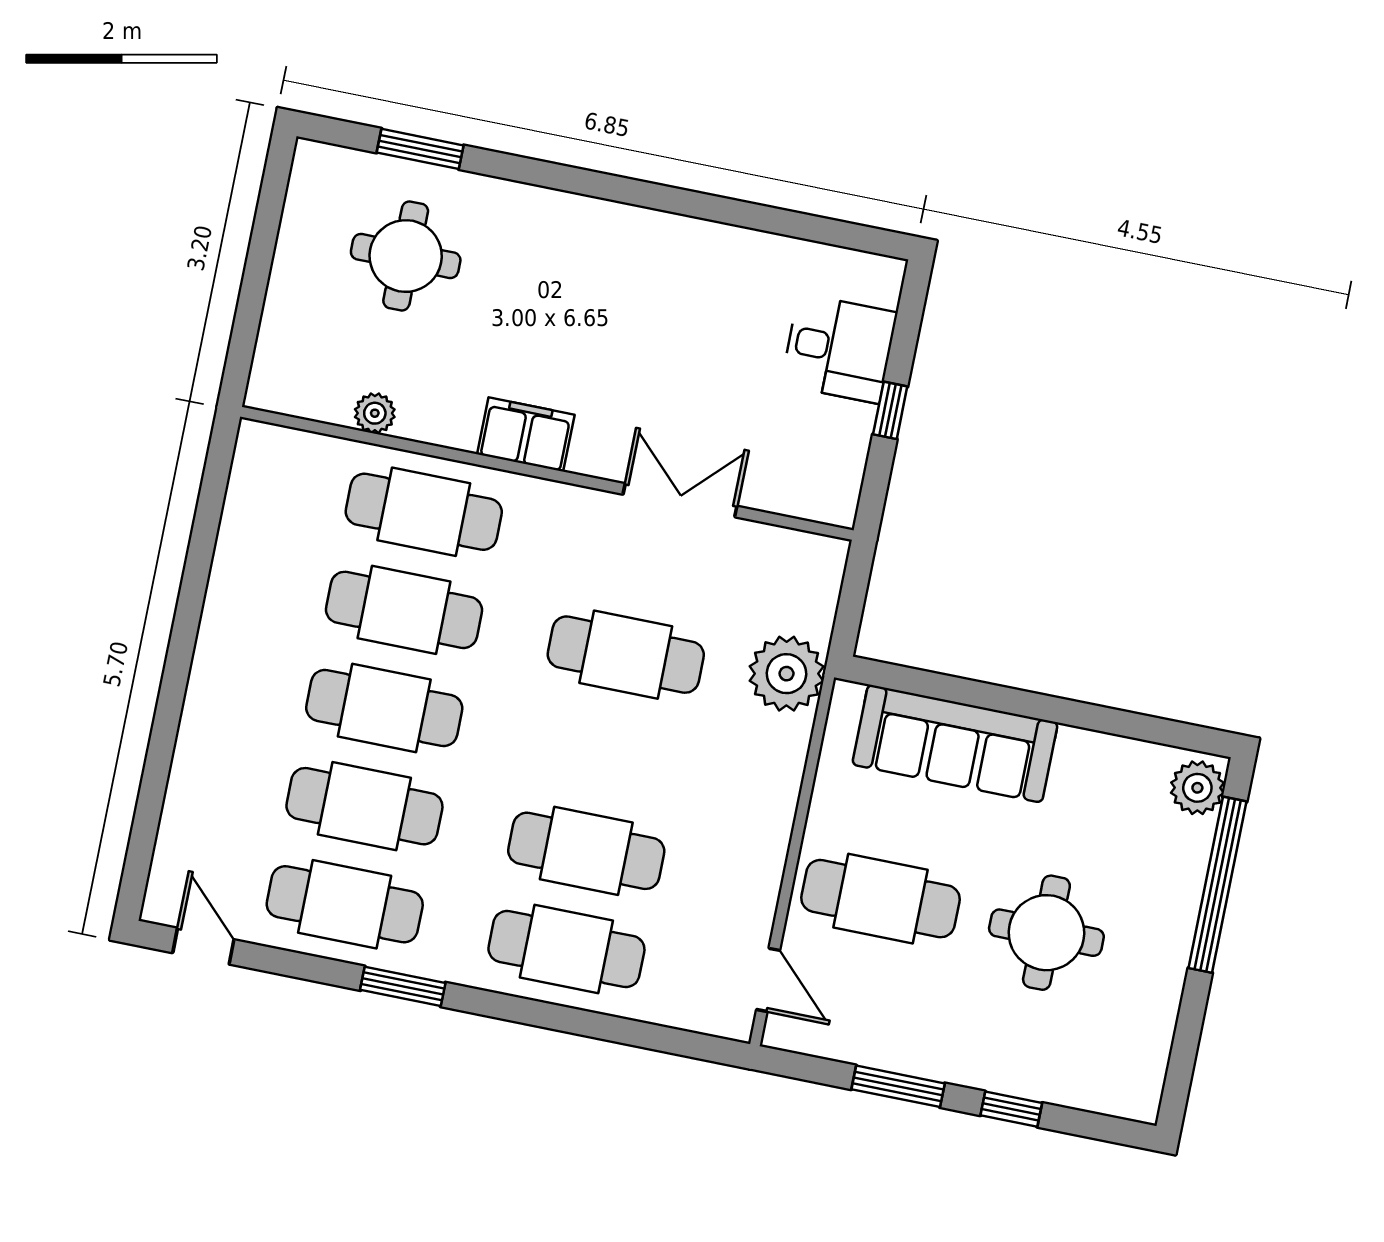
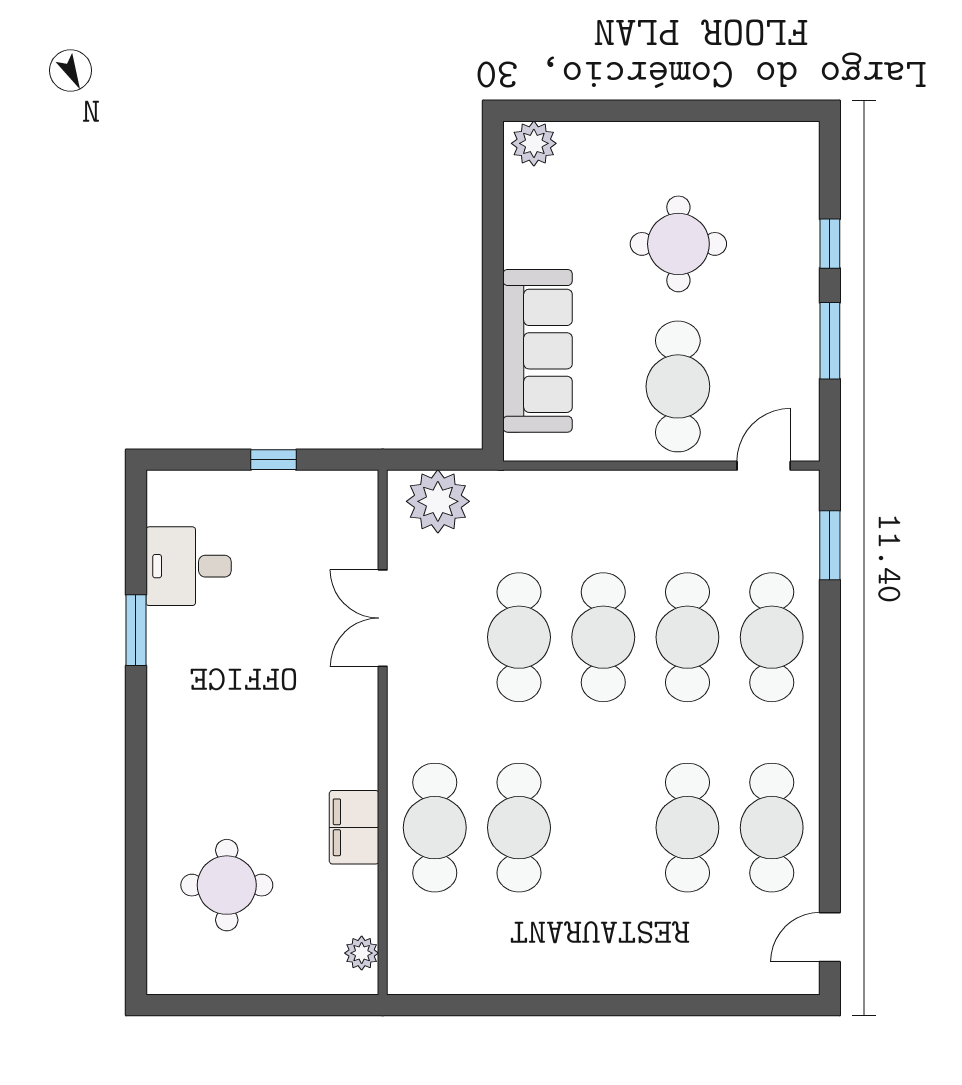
window: (420, 149) -> (136, 630), moved
desk: (839, 348) -> (189, 566), moved, turned -90
plant: (375, 413) -> (362, 953), moved
filing cabinet: (526, 435) -> (354, 827), moved
plant: (787, 674) -> (438, 501), moved
cafe table: (384, 708) -> (603, 637), moved
window: (1217, 885) -> (610, 111), removed
window: (403, 986) -> (830, 545), moved

